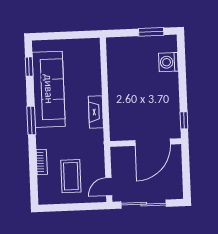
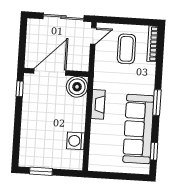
washing machine: (168, 62) -> (76, 141), moved, turned 180
boiler: (121, 129) -> (77, 87), added
bookcase: (42, 162) -> (153, 44), moved, width x1.56

